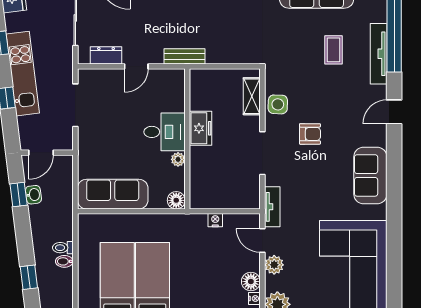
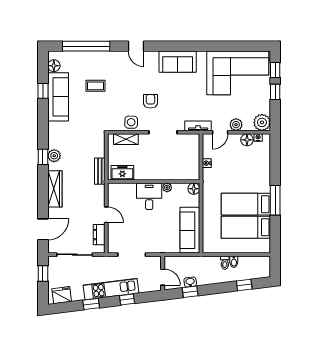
tv unit: (379, 54) -> (98, 56), removed
bench: (185, 56) -> (100, 171), moved
freezer: (201, 128) -> (122, 173), moved

